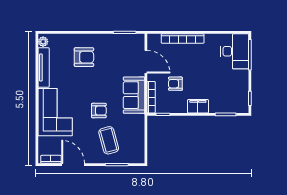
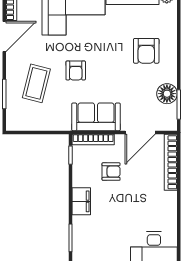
bookcase: (183, 39) -> (171, 162), moved
floor lamp: (116, 41) -> (167, 94), added
armchair: (175, 84) -> (111, 172), turned 90
coffee table: (109, 140) -> (36, 83), turned -61

